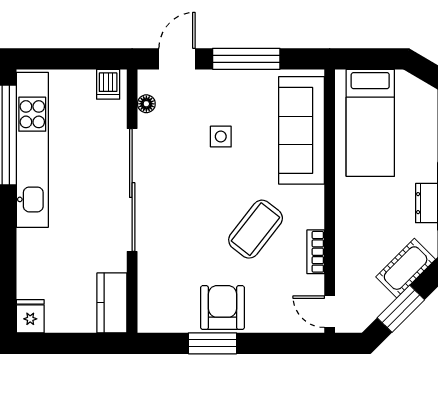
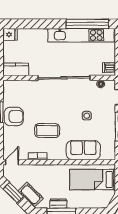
sofa: (302, 130) -> (83, 150), width x0.73
coffee table: (256, 229) -> (47, 131), turned -38

